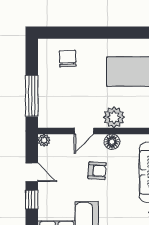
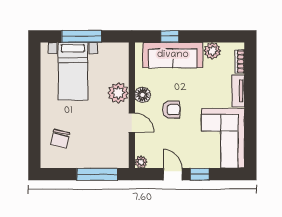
chair: (68, 59) -> (60, 139), turned -75
armchair: (97, 171) -> (171, 110), turned 86
door: (32, 172) -> (173, 174), hinge flipped

